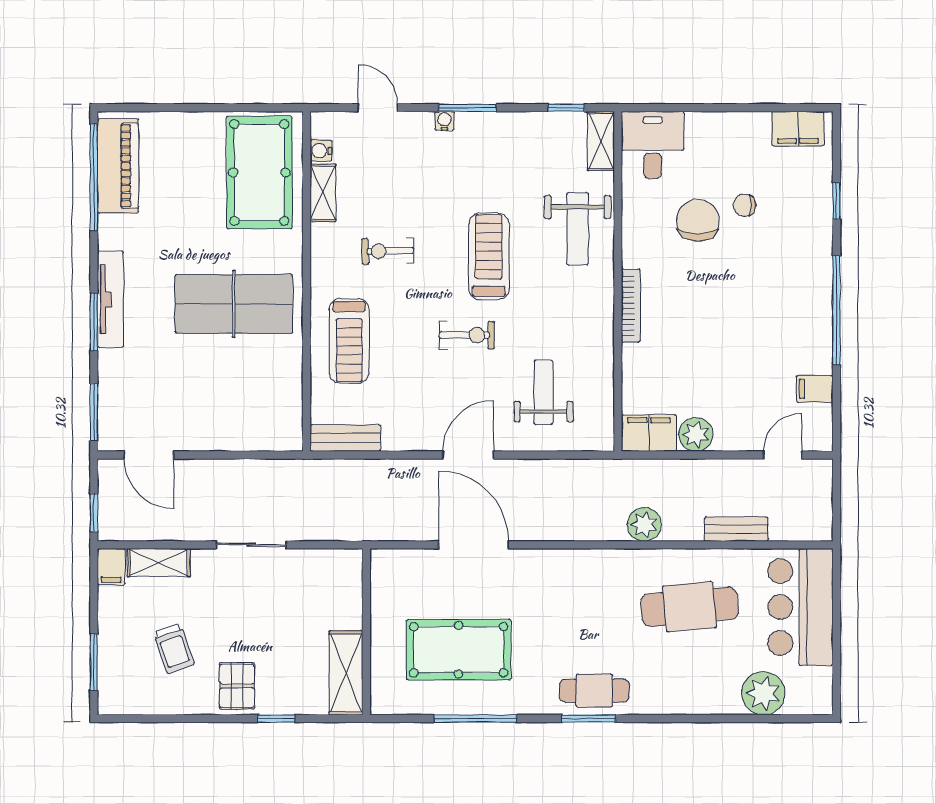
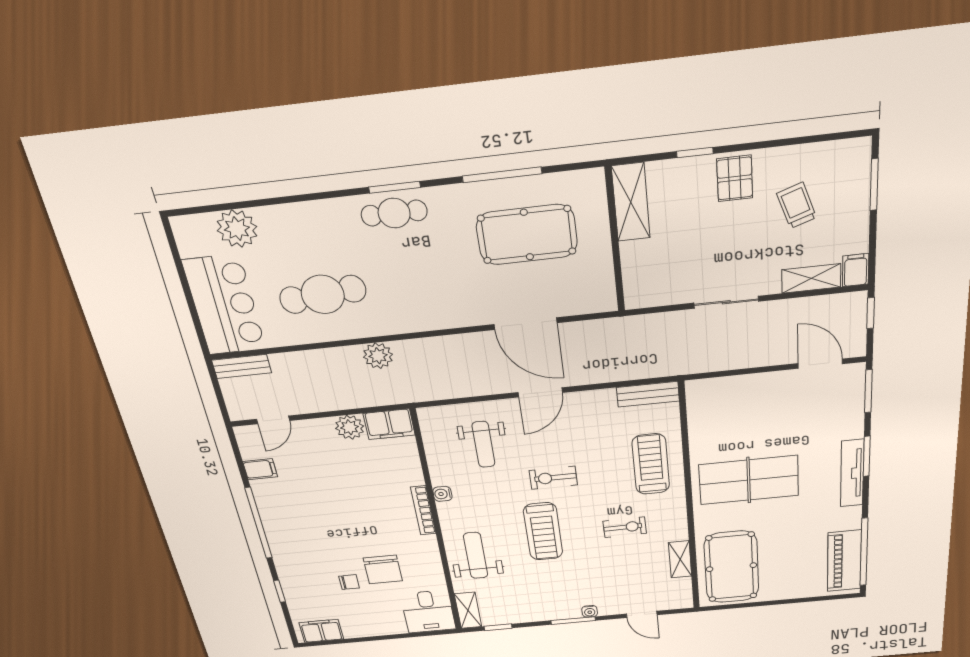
water cooler: (321, 151) -> (442, 494), moved, turned 180
bench: (736, 529) -> (242, 366), moved

